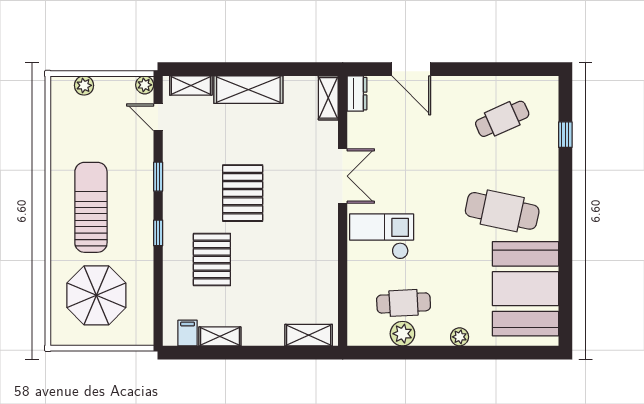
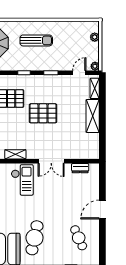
door: (411, 69) -> (102, 209), moved
dresser: (357, 94) -> (80, 168), moved
shelving: (328, 98) -> (15, 154), moved
sun lounger: (91, 207) -> (36, 40), width x0.73, depth x0.75

